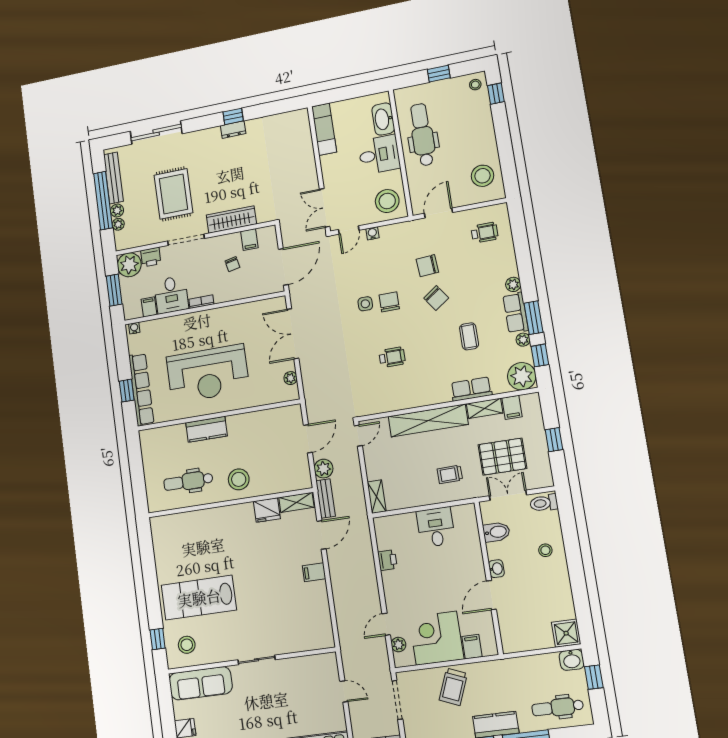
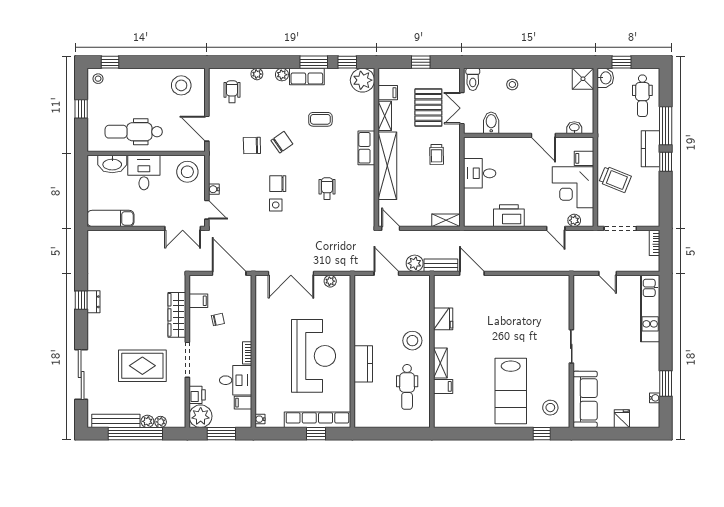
chair: (427, 266) -> (252, 145), turned 93
plant: (523, 340) -> (257, 74), moved
row of seats: (471, 389) -> (366, 148), moved
shelving: (296, 502) -> (440, 363), moved
printer: (387, 560) -> (509, 216), width x1.87, depth x1.48
washbasin: (496, 569) -> (574, 128), moved
filing cabinet: (314, 572) -> (443, 386), moved, turned -90
door: (344, 691) -> (608, 273), swing flipped

